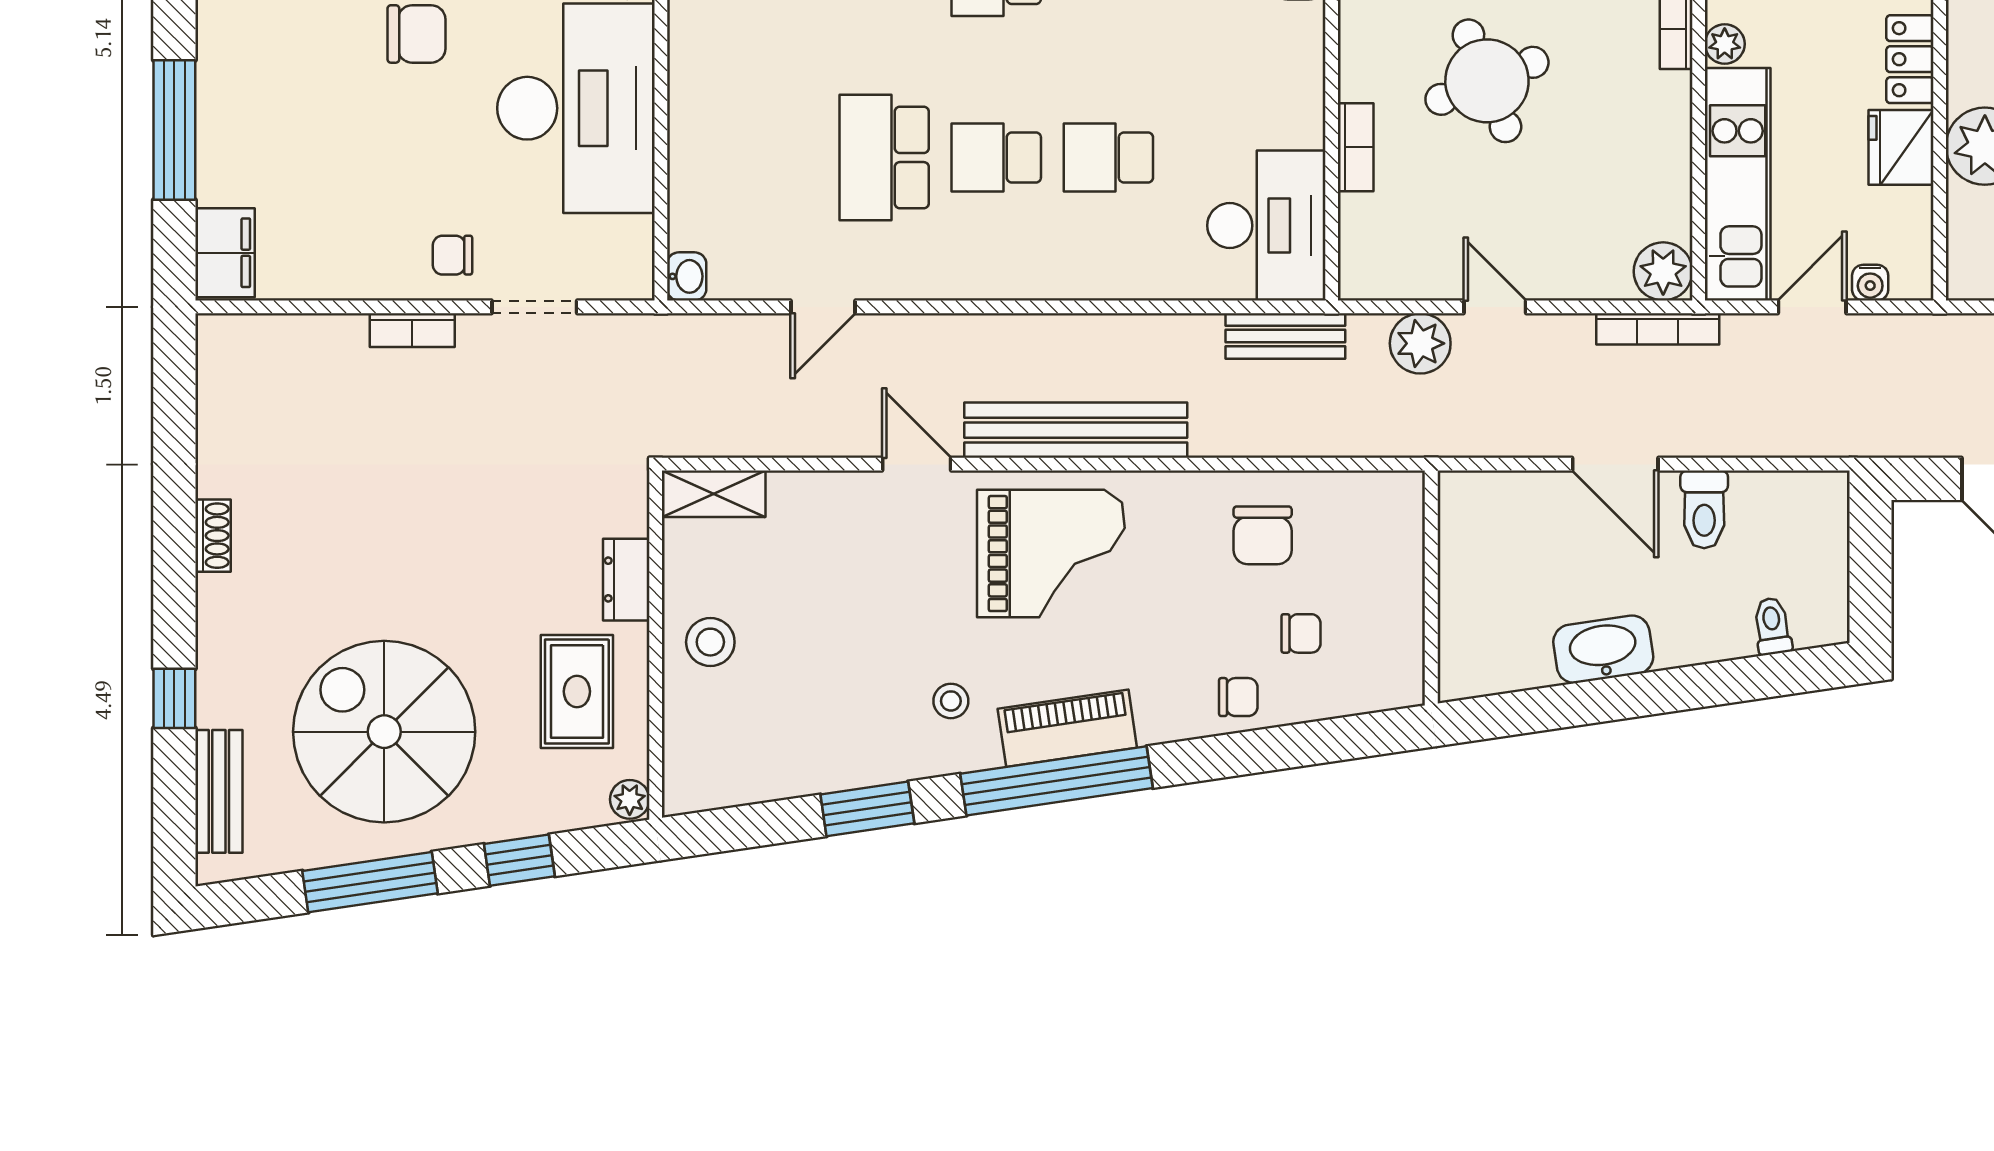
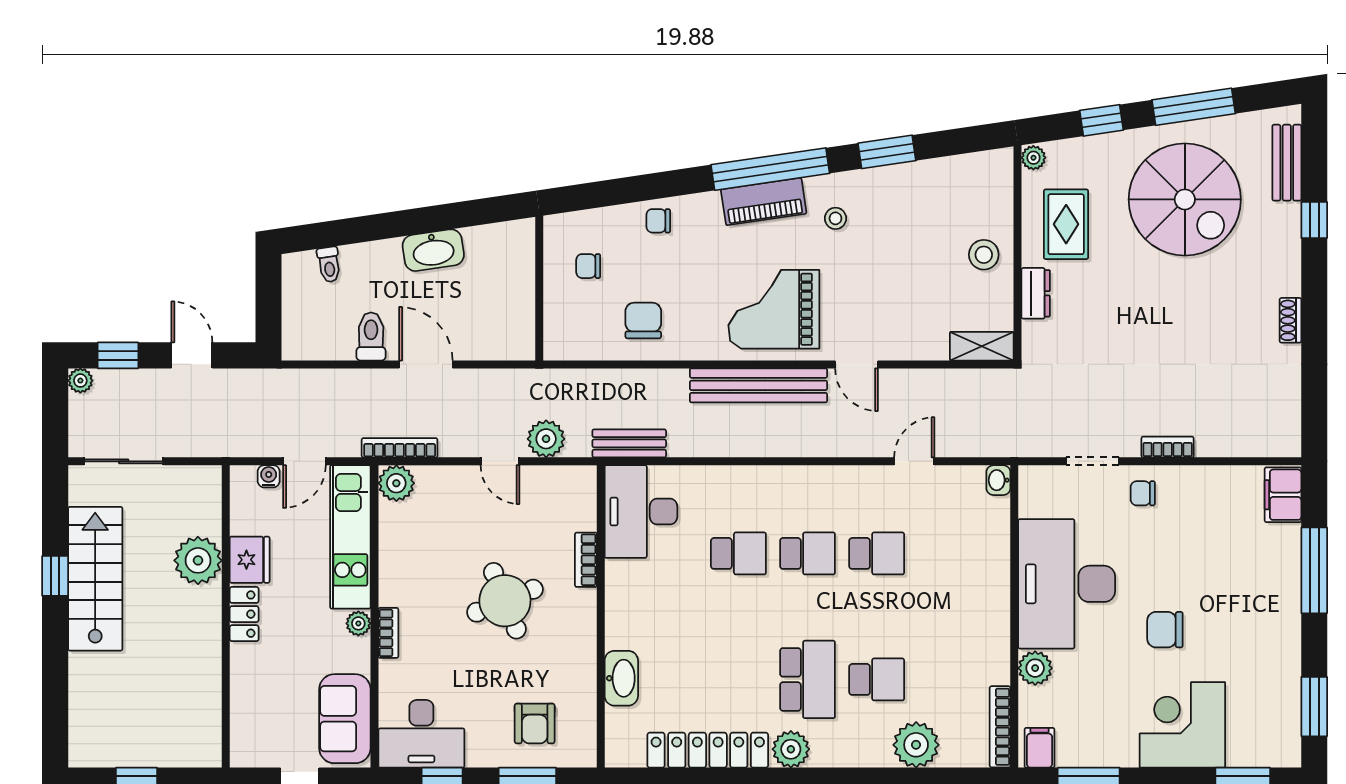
school desk: (884, 158) -> (877, 553), width x0.54
chair: (453, 255) -> (1143, 493), turned 180
chair: (1301, 633) -> (588, 266), moved

